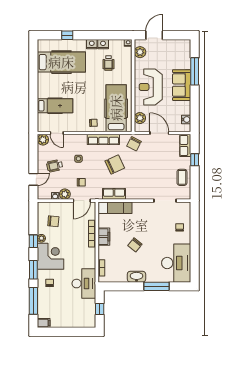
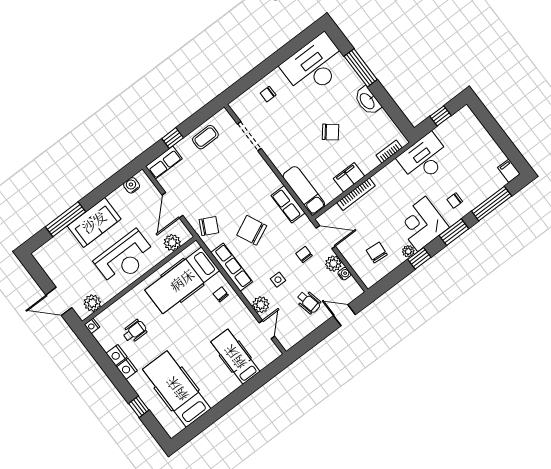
plant: (43, 140) -> (261, 305), moved

